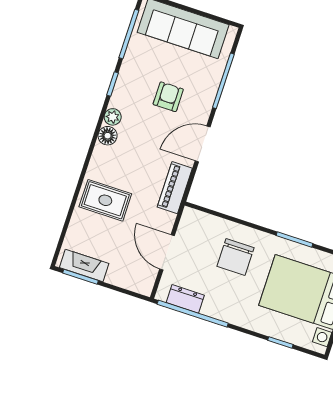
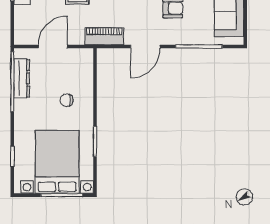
door: (203, 144) -> (145, 47), swing flipped
chair: (235, 257) -> (67, 100), width x0.54, depth x0.54
dresser: (185, 299) -> (22, 78), width x1.44

